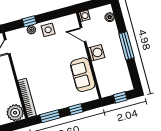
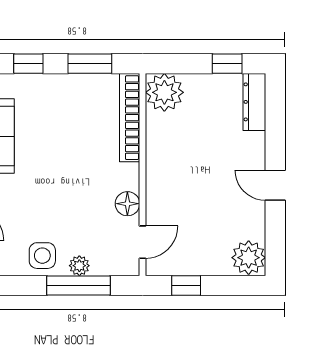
window: (29, 21) -> (78, 286), width x2.17
floor lamp: (18, 61) -> (127, 204), added

